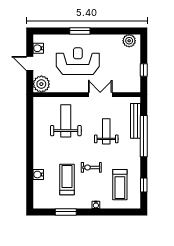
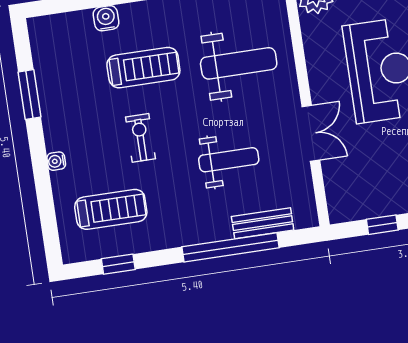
bench: (135, 121) -> (263, 223), width x0.73
treadmill: (67, 180) -> (143, 68), moved
treadmill: (120, 185) -> (111, 209), turned 180

